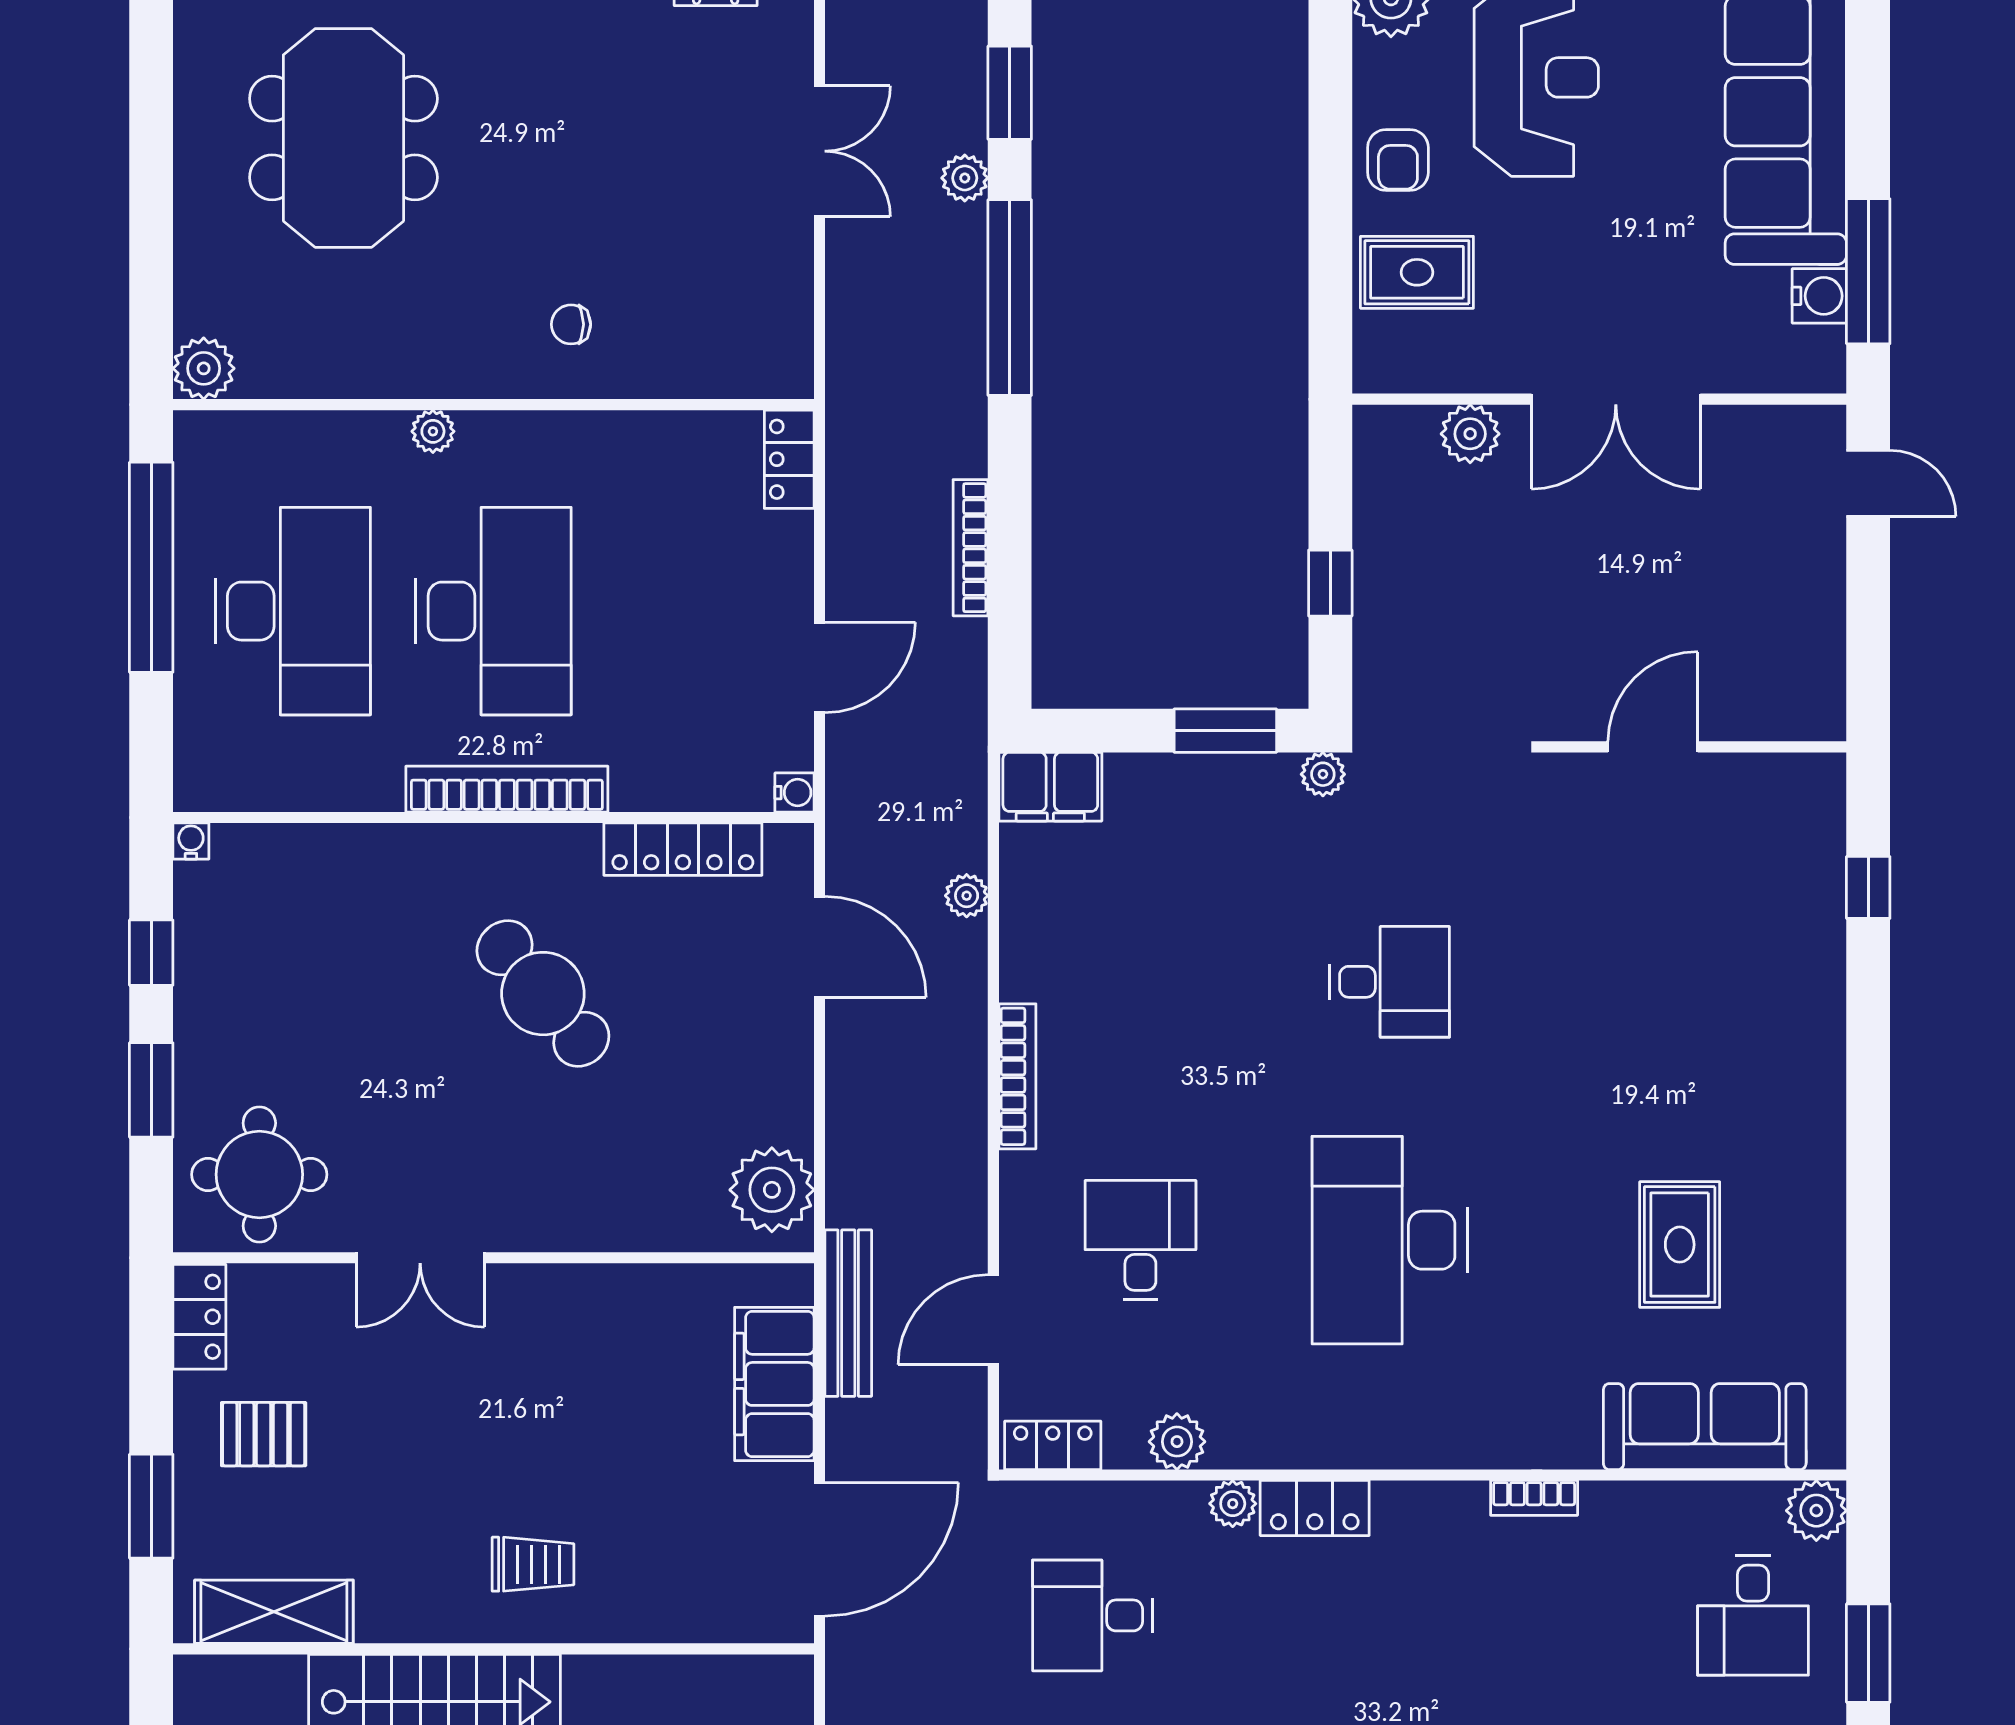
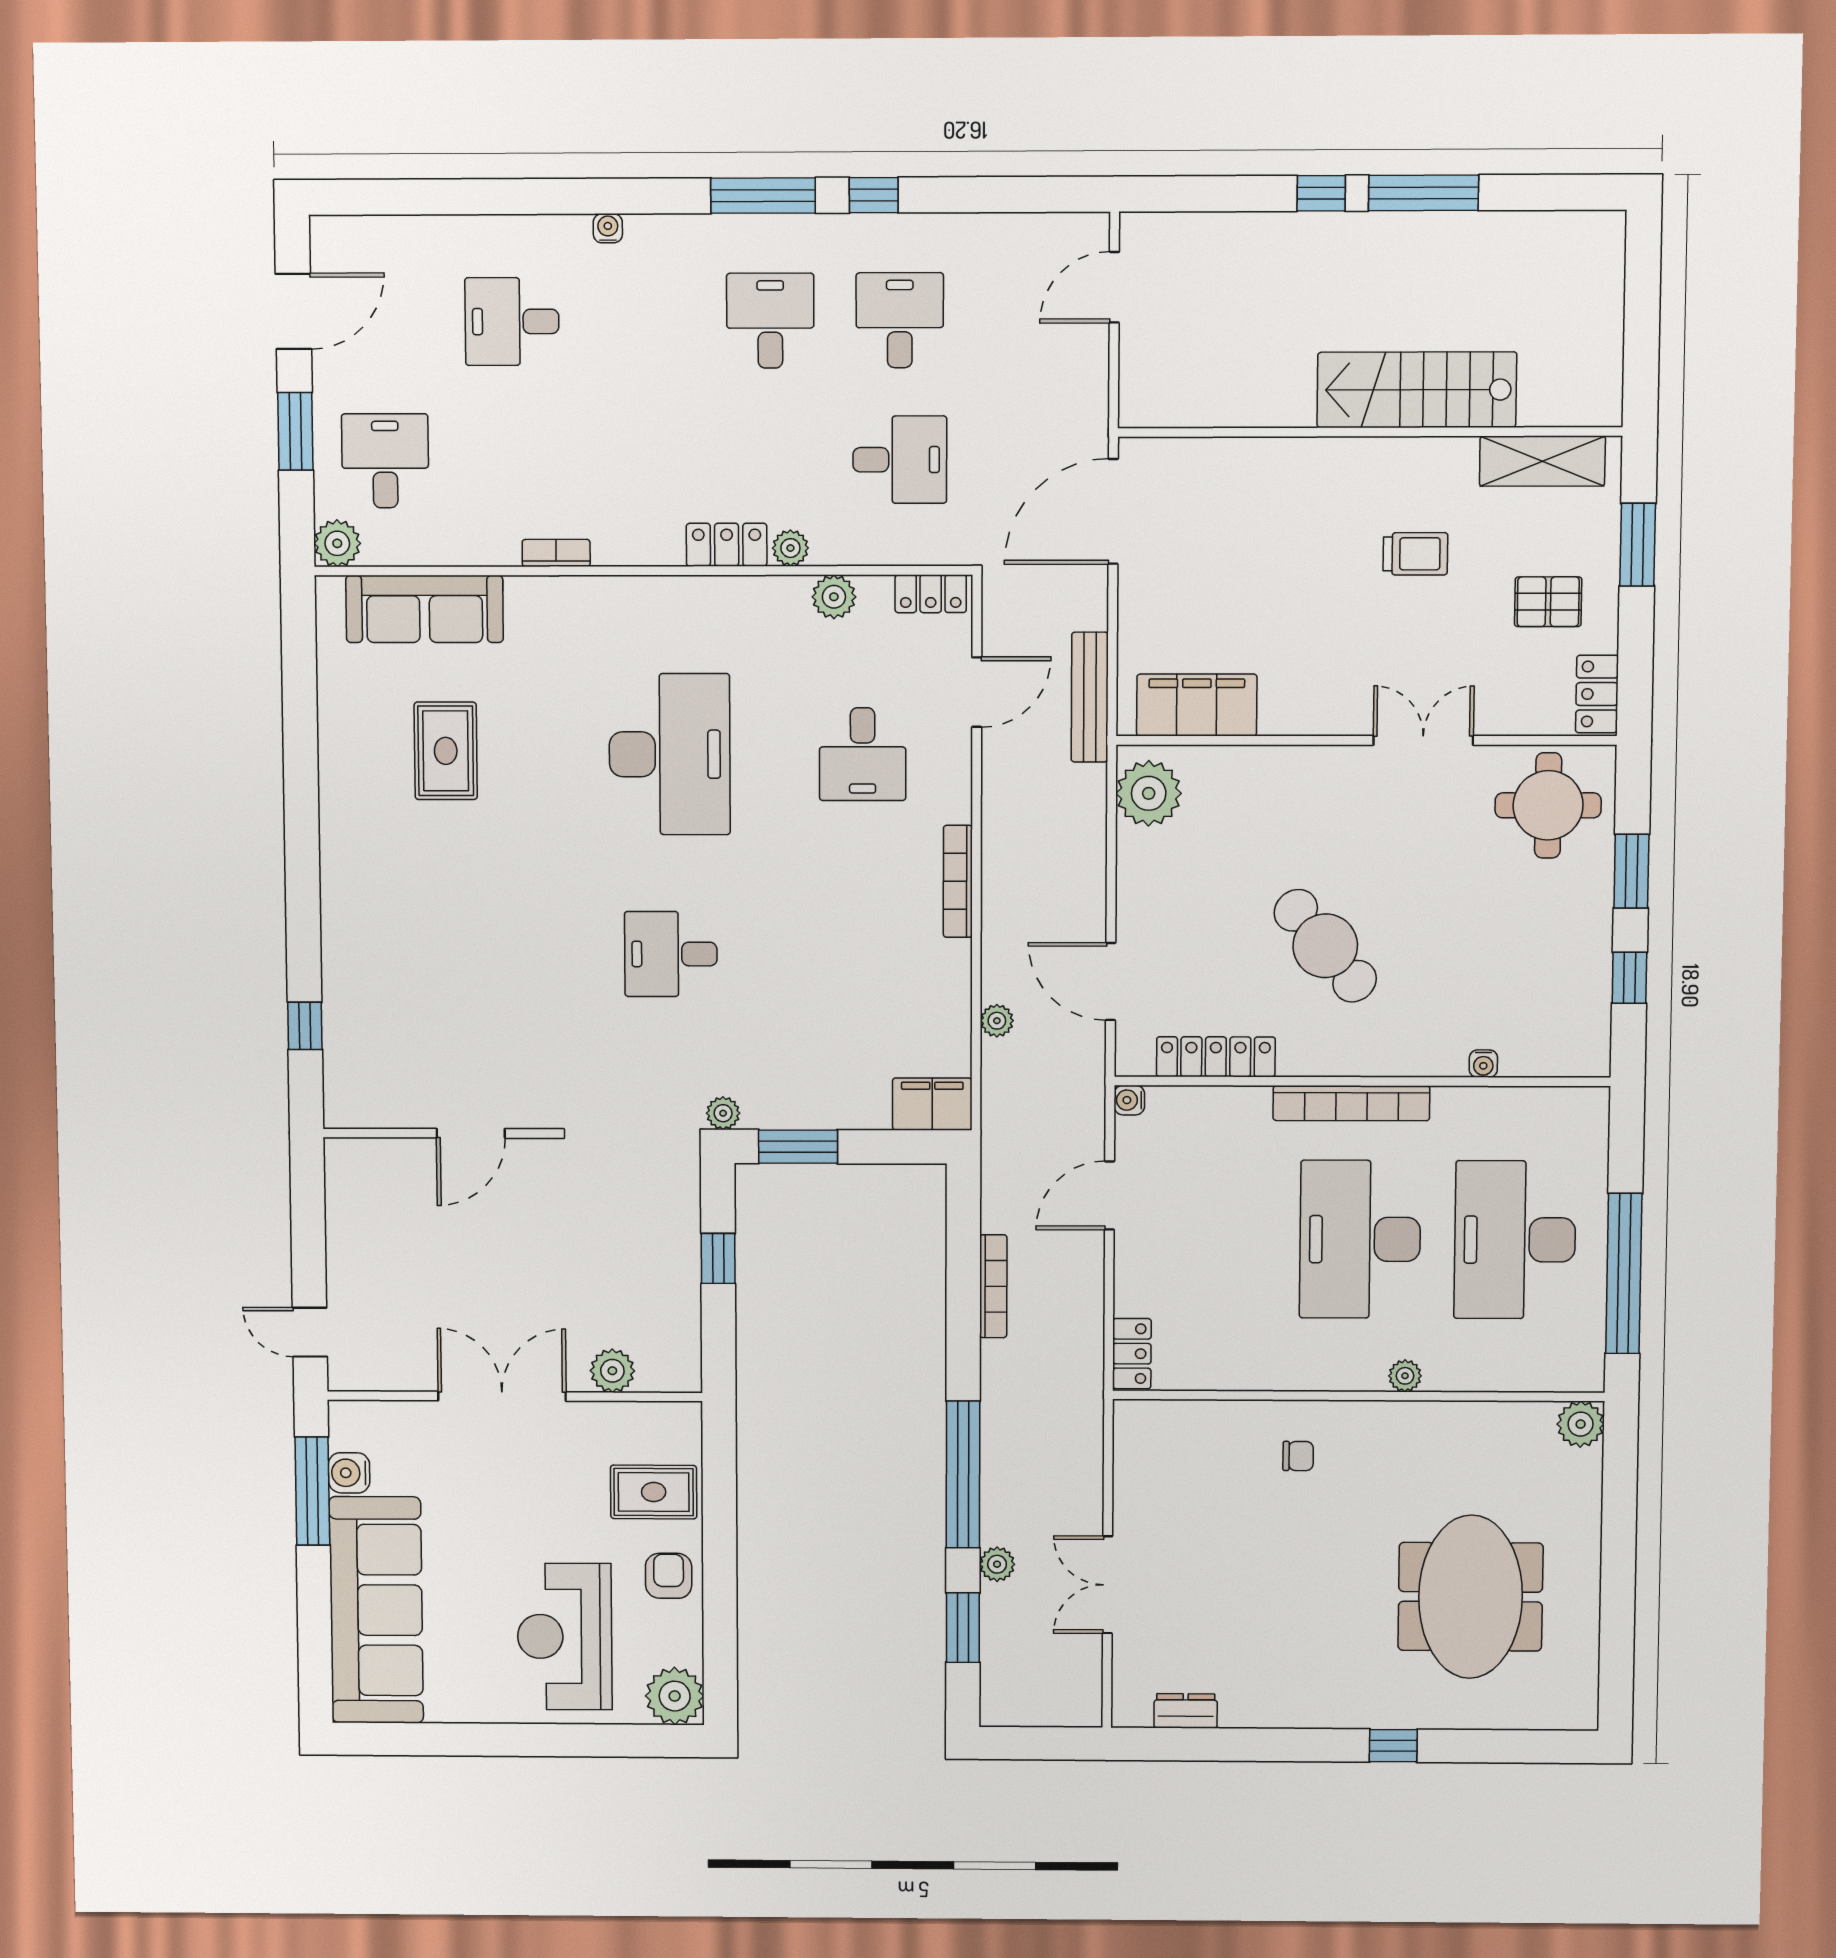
water cooler: (191, 841) -> (1483, 1064), moved
filing cabinet: (774, 1384) -> (1197, 705), moved, turned -90
trolley: (533, 1564) -> (1415, 554), moved, turned 180

